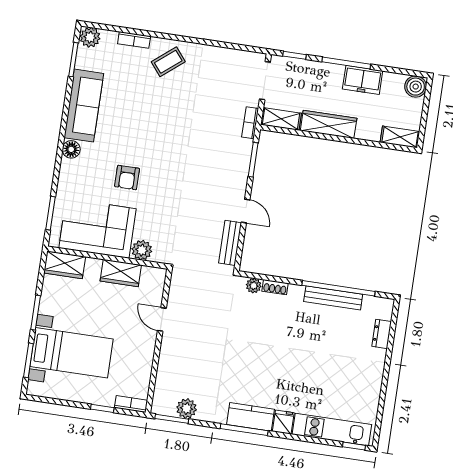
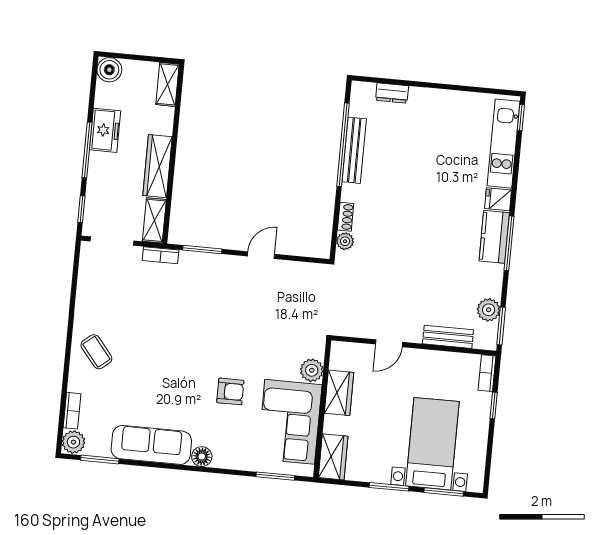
bookcase: (134, 40) -> (72, 411), moved
bench: (230, 243) -> (448, 337), moved

